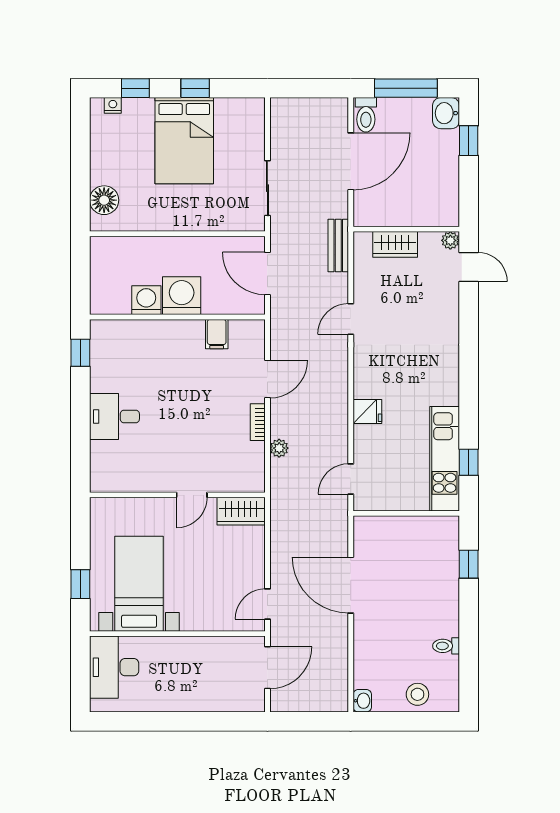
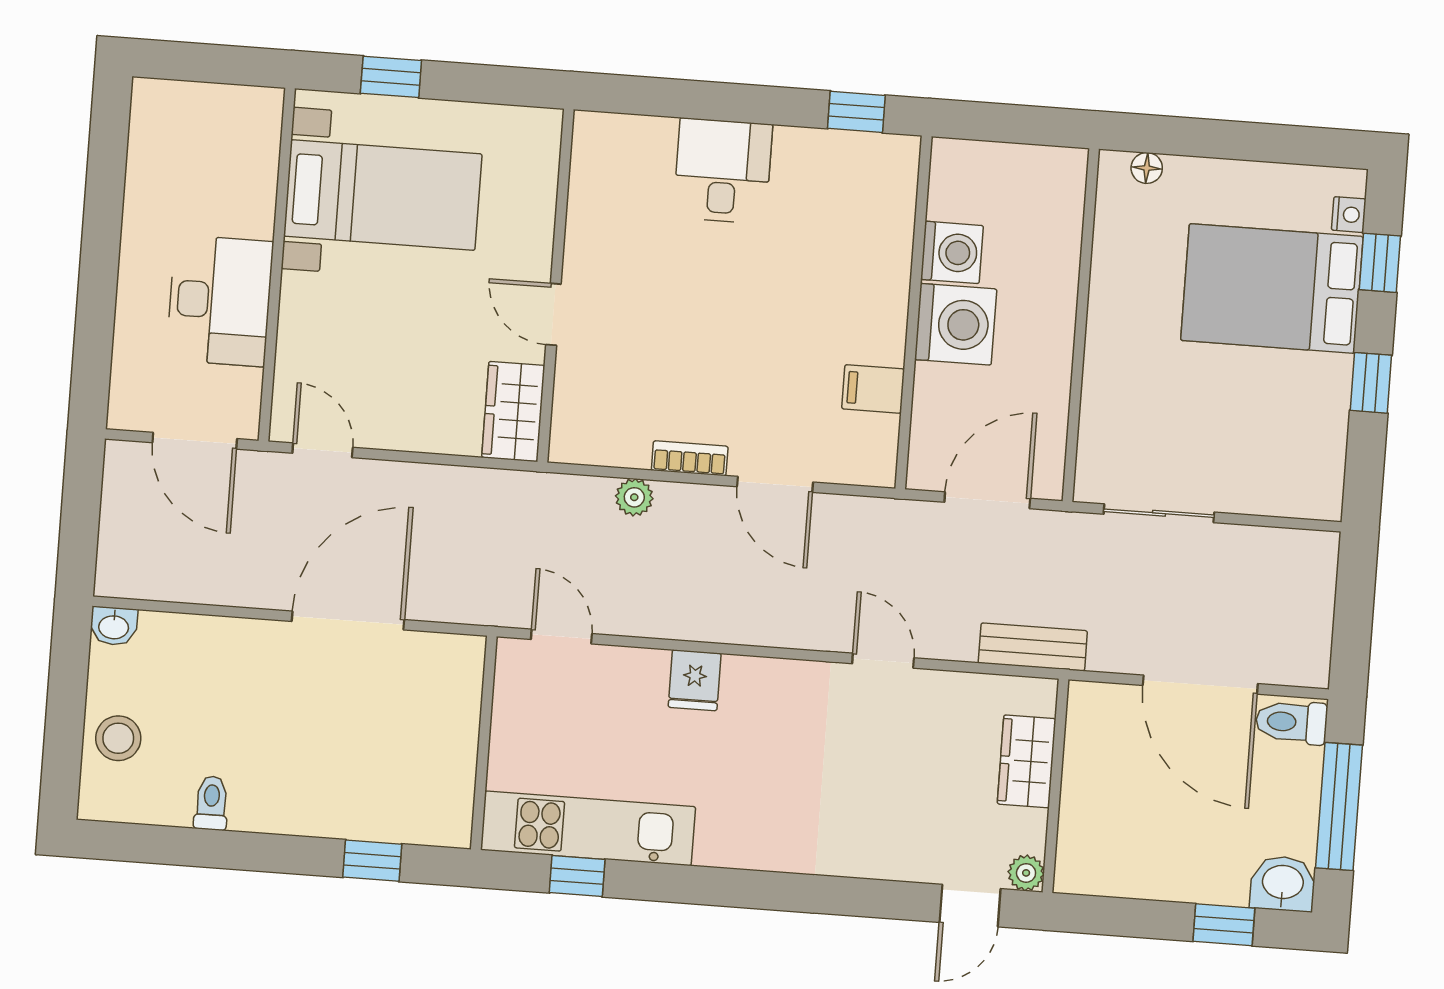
bed: (184, 141) -> (1272, 288), moved
floor lamp: (104, 200) -> (1147, 168), width x0.53, depth x0.53
desk: (114, 667) -> (220, 301), moved, turned 90

